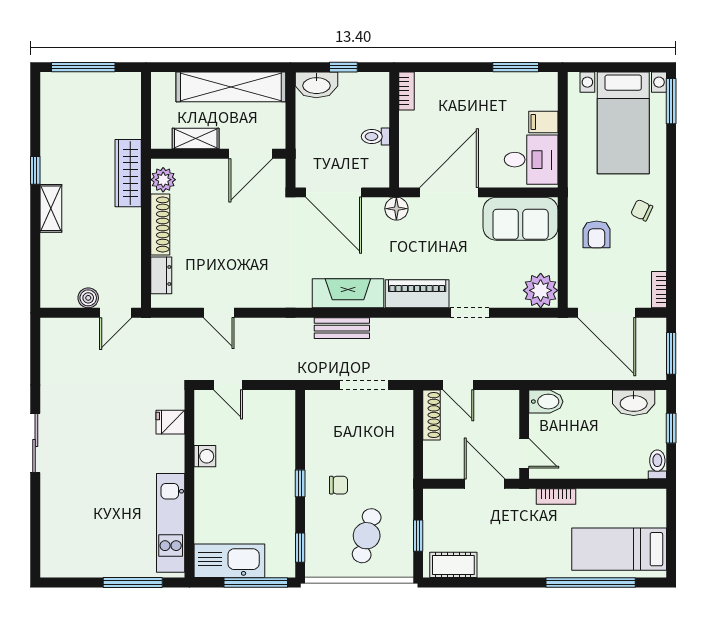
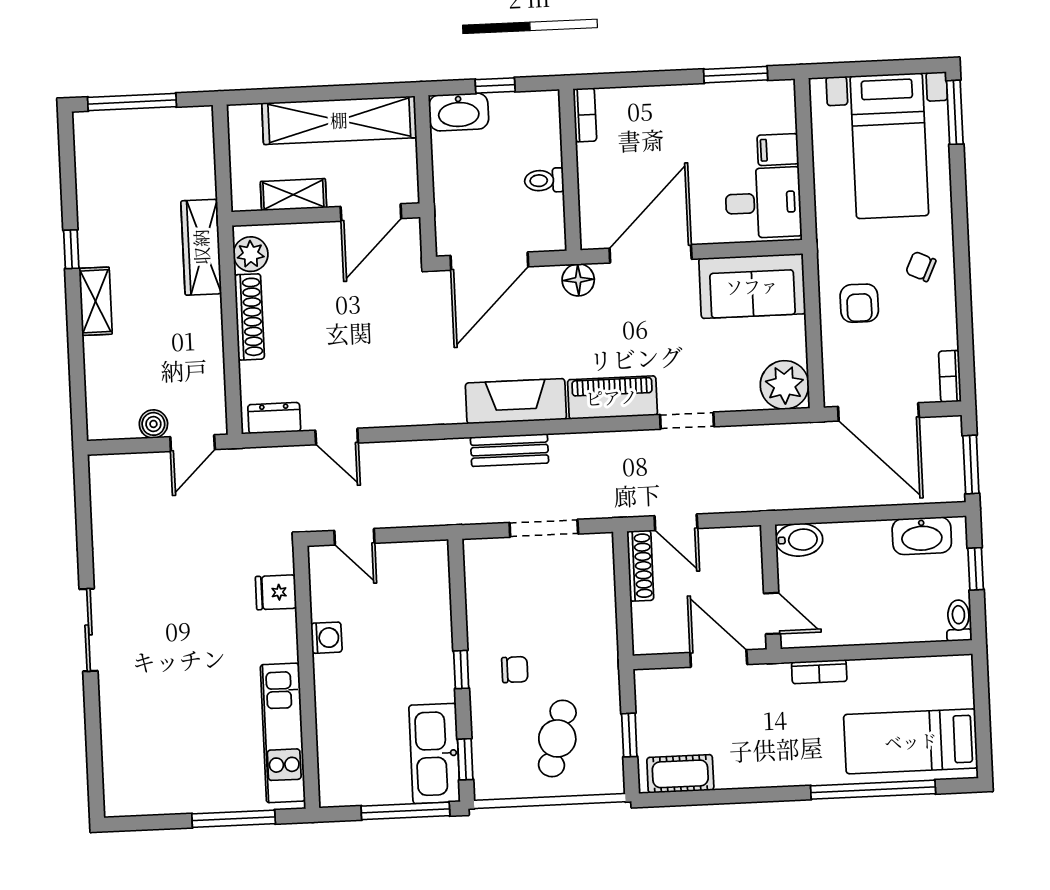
door: (334, 192) -> (489, 261), hinge flipped
dresser: (161, 275) -> (274, 418), moved, turned -90
kitchen sink: (229, 561) -> (435, 753), moved, turned -90

